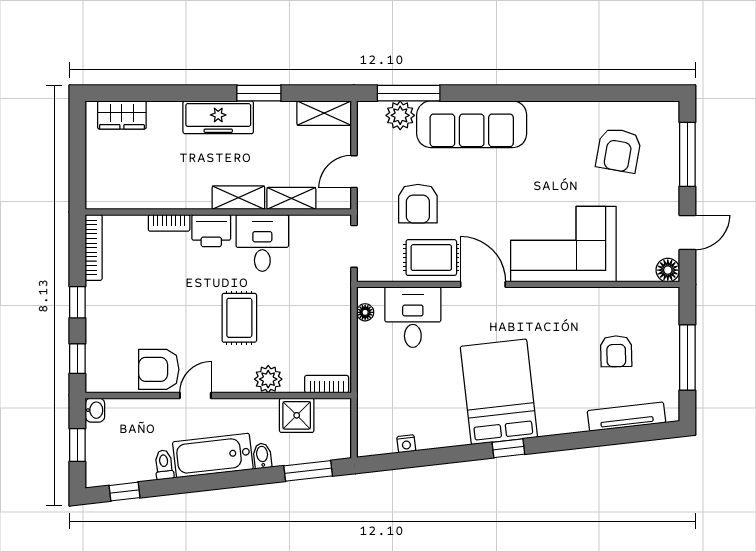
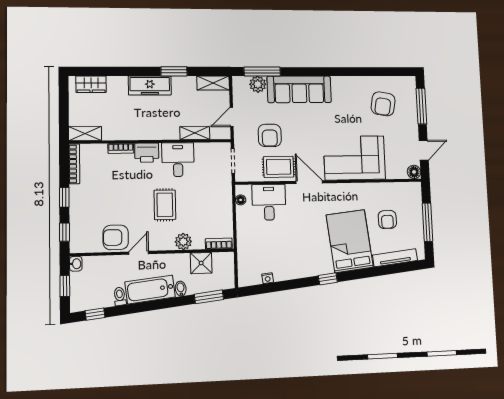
shelving: (238, 198) -> (85, 134), moved
bed: (499, 392) -> (350, 241), moved

